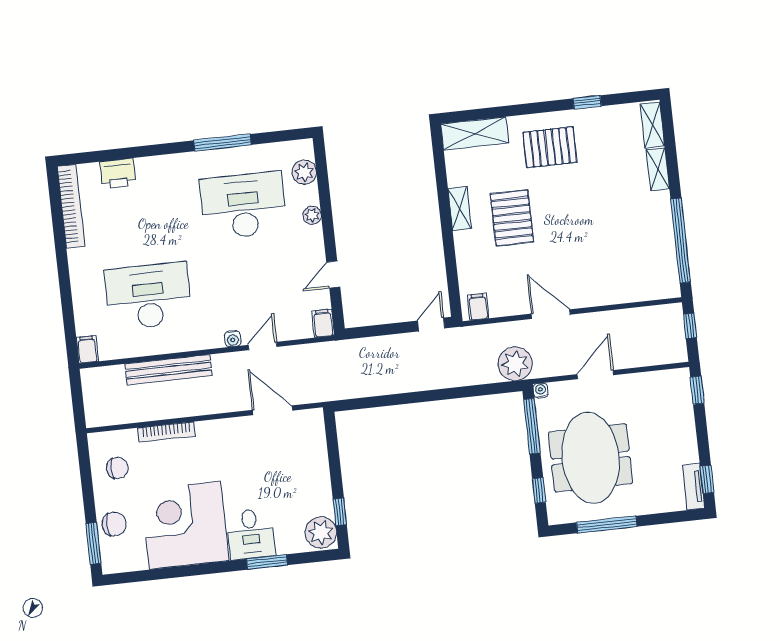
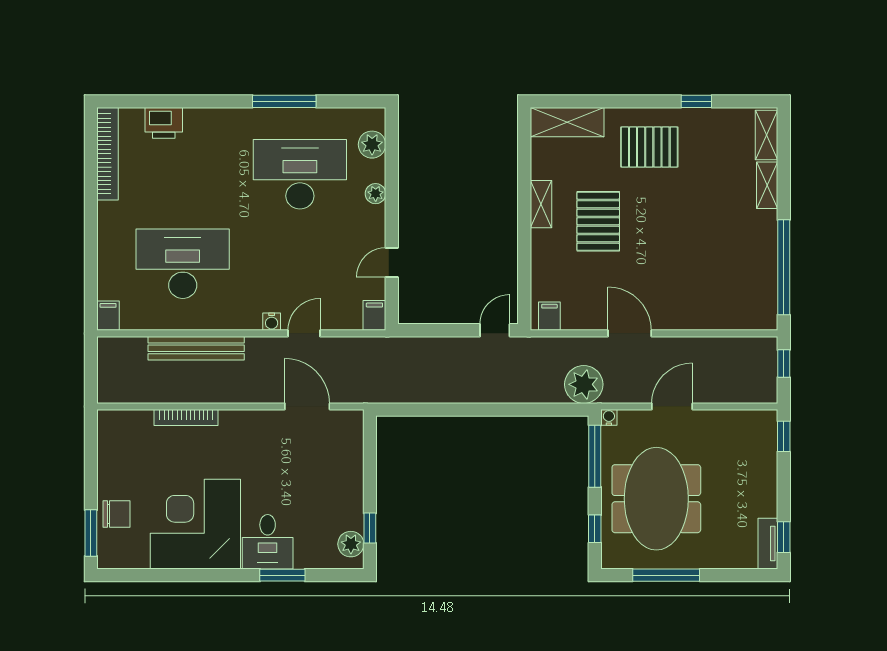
chair: (117, 468) -> (127, 452), removed
plant: (321, 532) -> (351, 544), width x0.73, depth x0.73

